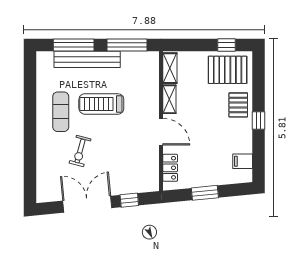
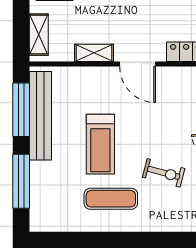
bench: (87, 59) -> (40, 116), moved
shelving: (170, 68) -> (39, 35), moved, turned 90
door: (161, 132) -> (138, 64), swing flipped

